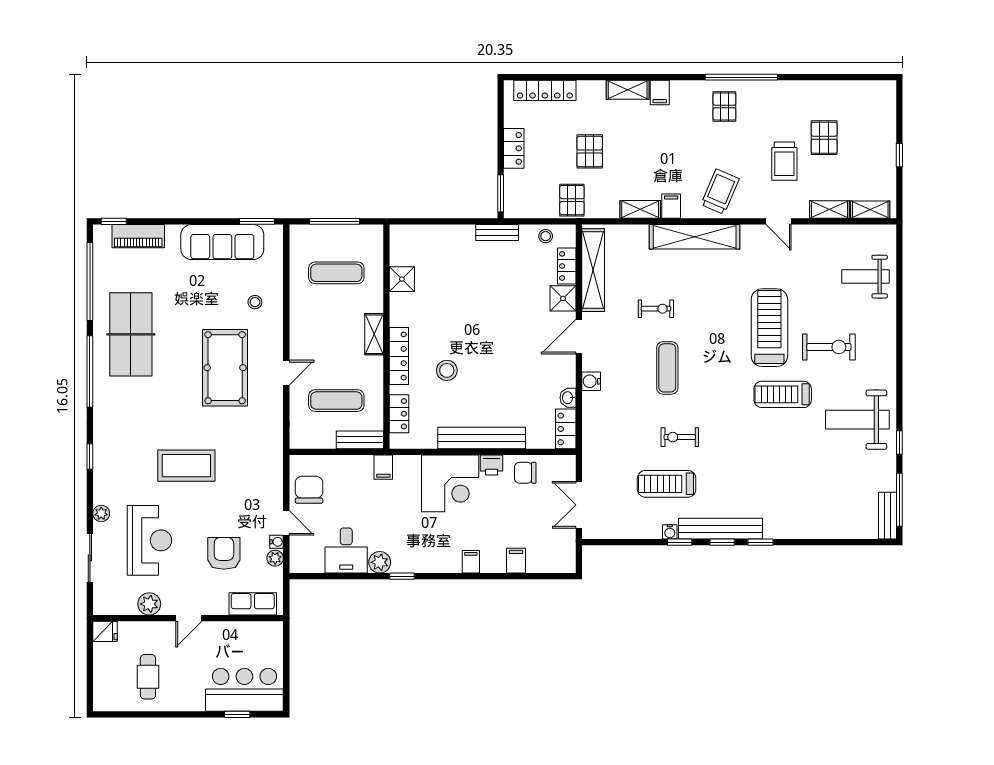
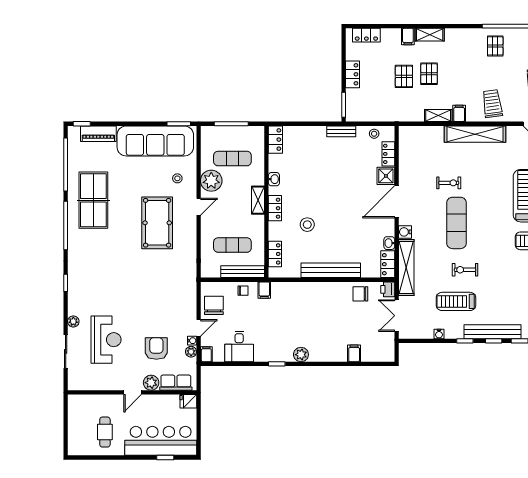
locker: (545, 90) -> (366, 35), width x0.66
filing cabinet: (660, 93) -> (408, 37), moved
trolley: (720, 192) -> (492, 104), turned -31
pallet: (572, 200) -> (429, 74), moved
sofa: (222, 242) -> (155, 141), width x1.36, depth x1.27
locker: (400, 245) -> (275, 140), added
shelving: (593, 270) -> (406, 267), moved
shower: (402, 279) -> (277, 163), removed
washbasin: (398, 303) -> (274, 179), added
plant: (305, 306) -> (211, 181), added
door: (579, 337) -> (397, 202), width x1.36
locker: (399, 356) -> (275, 208), width x0.66
exercise mat: (667, 368) -> (456, 223), width x1.36, depth x1.45
door: (286, 373) -> (199, 207), moved
bench: (360, 440) -> (243, 272), width x1.36
printer: (491, 465) -> (388, 289), moved, turned 90
coffee table: (186, 466) -> (131, 289), removed
chair: (352, 468) -> (243, 291), added
corner desk: (450, 483) -> (310, 301), removed
door: (286, 523) -> (199, 328), hinge flipped
water cooler: (670, 532) -> (439, 334), moved
plant: (380, 562) -> (301, 355), moved
filing cabinet: (471, 562) -> (206, 354), moved
plant: (149, 604) -> (151, 383), moved
fridge: (105, 631) -> (188, 401), moved, turned 180
bar counter: (244, 690) -> (161, 441), width x1.36

